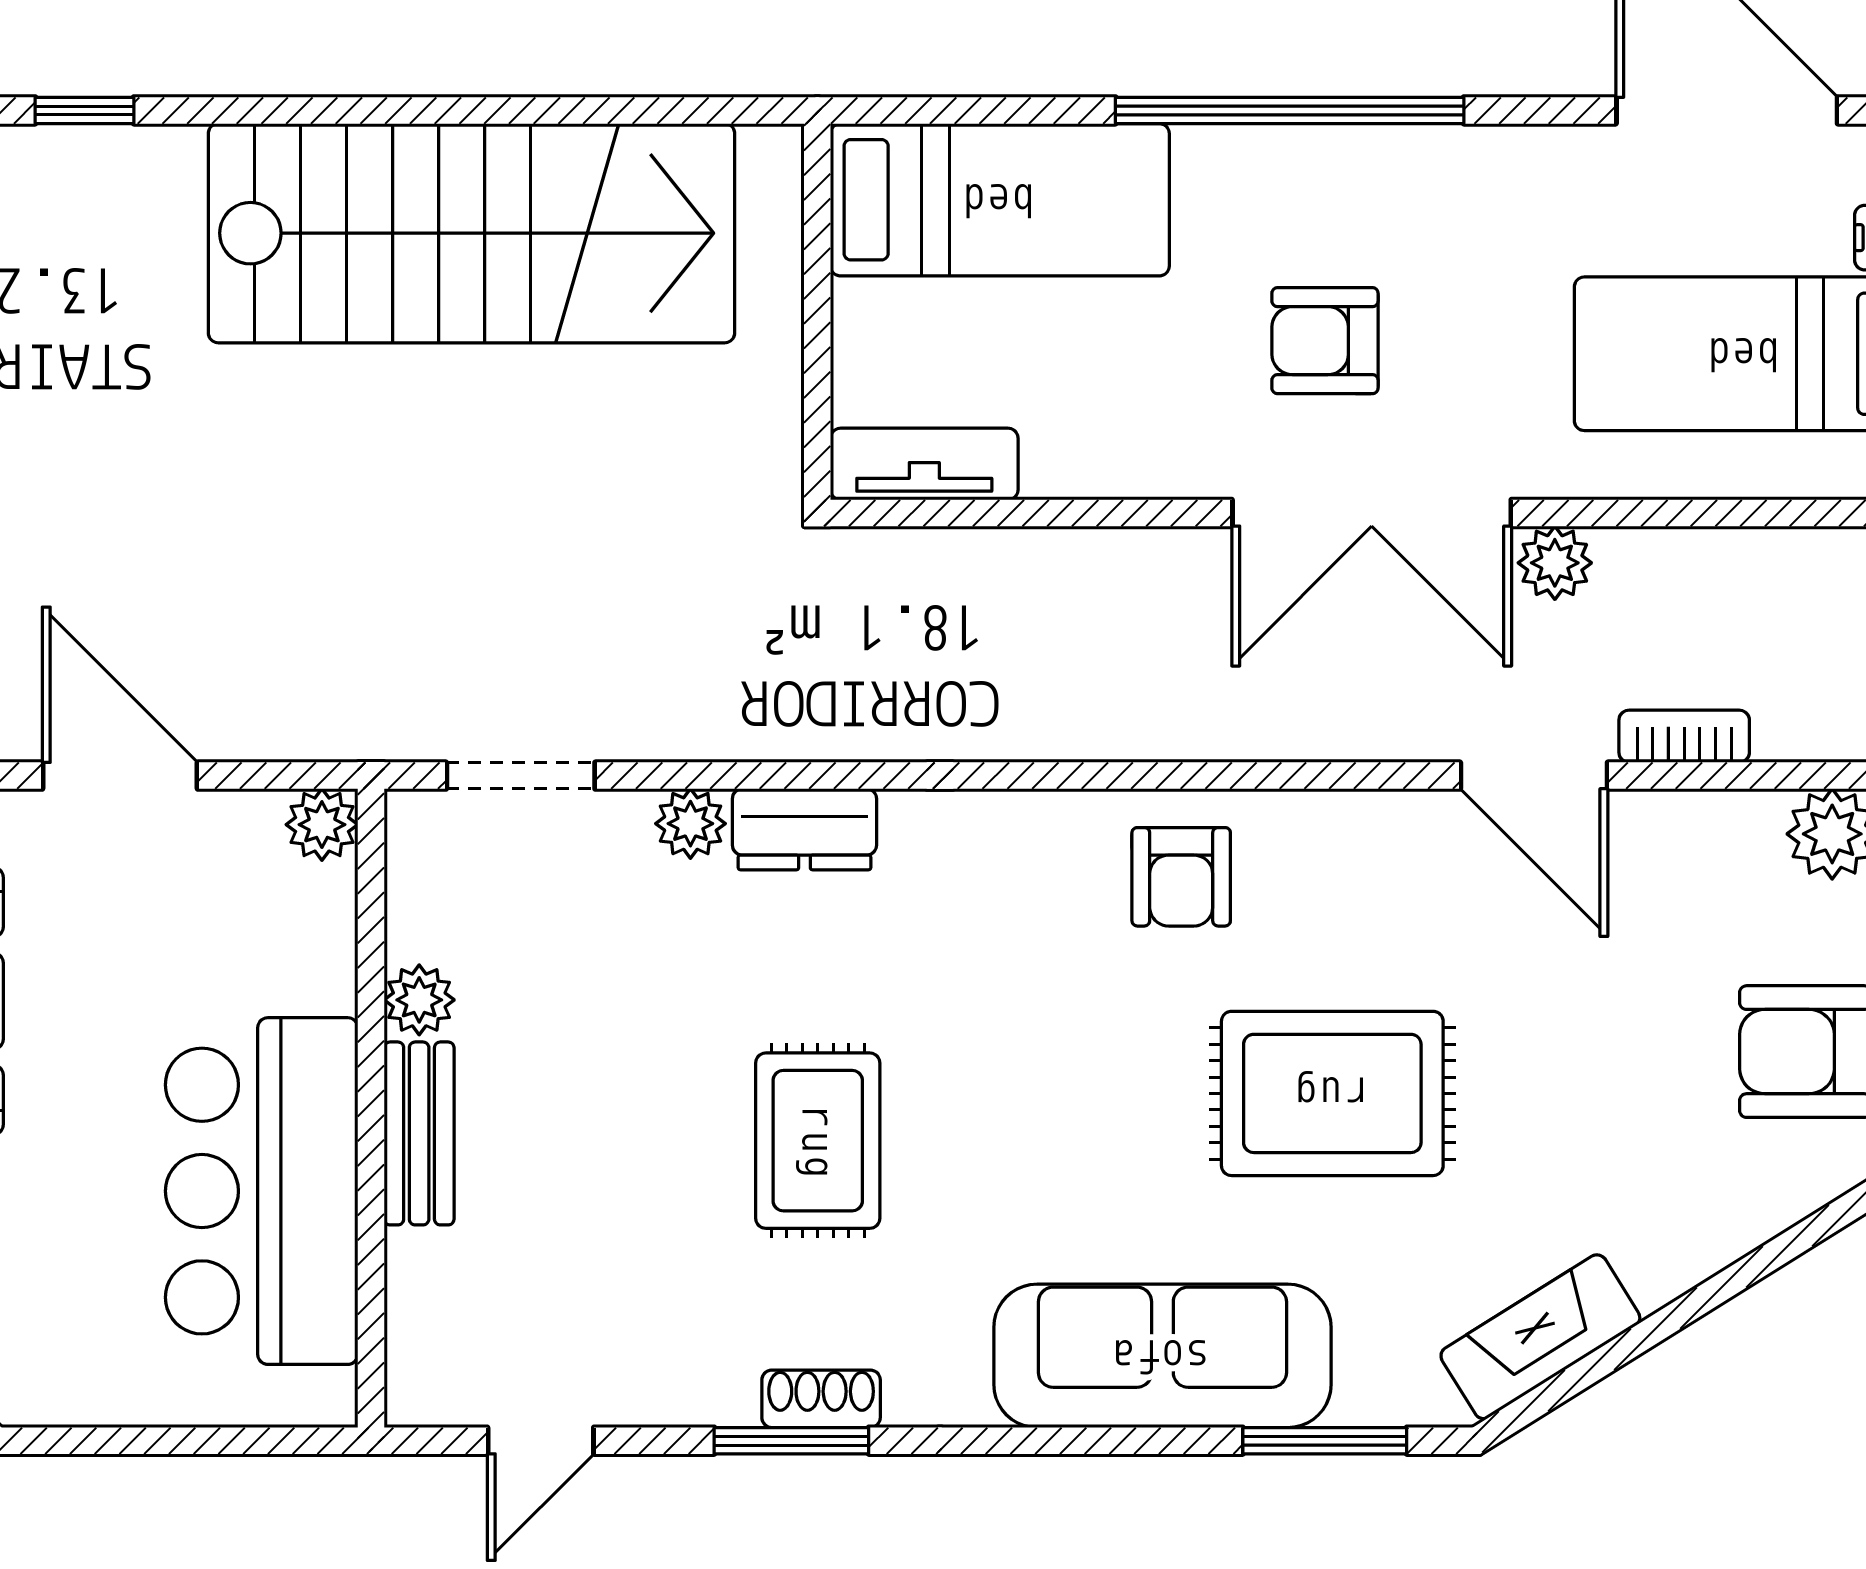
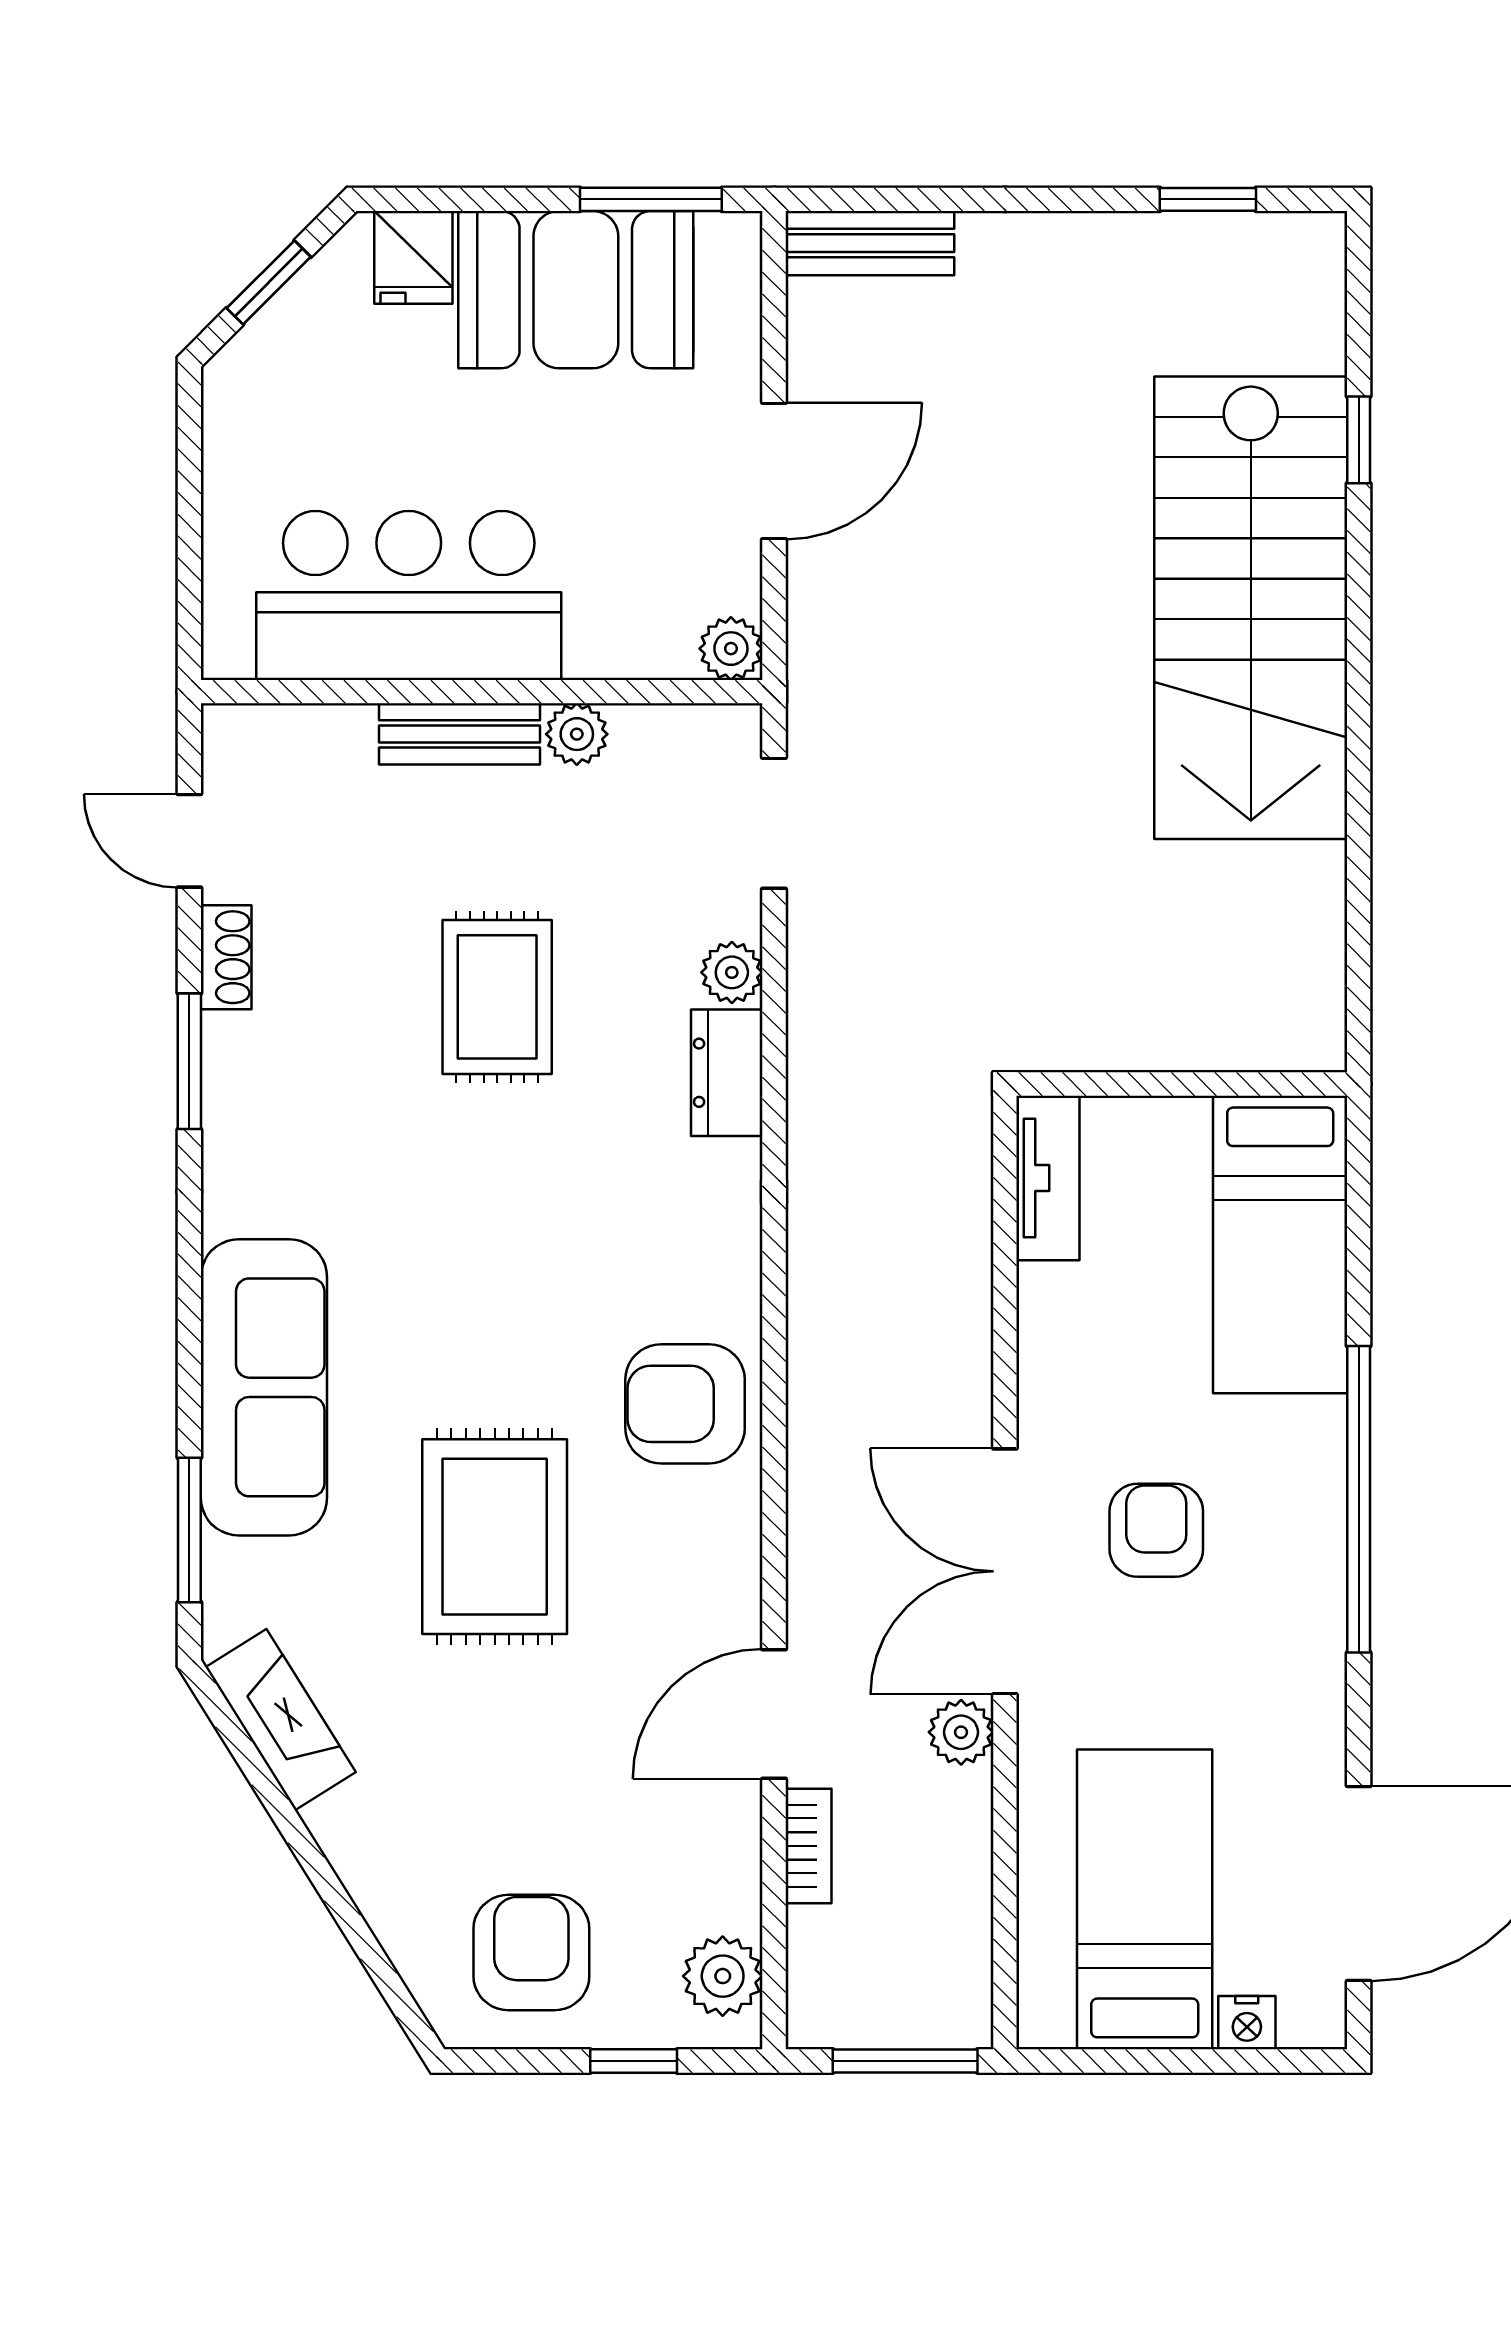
stairs: (471, 233) -> (1251, 608), moved
armchair: (1181, 877) -> (685, 1404), width x1.38, depth x1.38
rug: (818, 1141) -> (497, 997), moved, turned 90
shoe rack: (821, 1399) -> (226, 957), moved

